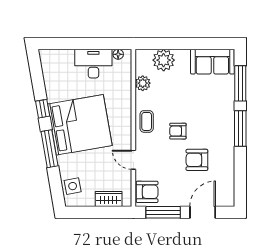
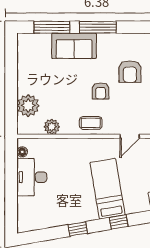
sofa: (212, 62) -> (74, 46), moved, turned 90
bed: (80, 125) -> (108, 189), width x0.49
window: (50, 149) -> (119, 222), width x0.46

